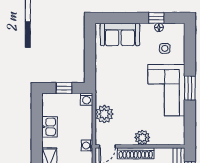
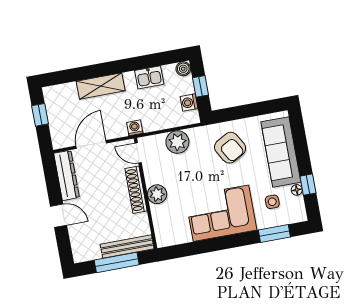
sofa: (120, 34) -> (281, 152), width x1.36
armchair: (116, 74) -> (230, 148), added
window: (190, 88) -> (274, 234), moved
boiler: (48, 99) -> (183, 69), added
washing machine: (87, 99) -> (189, 103), moved

